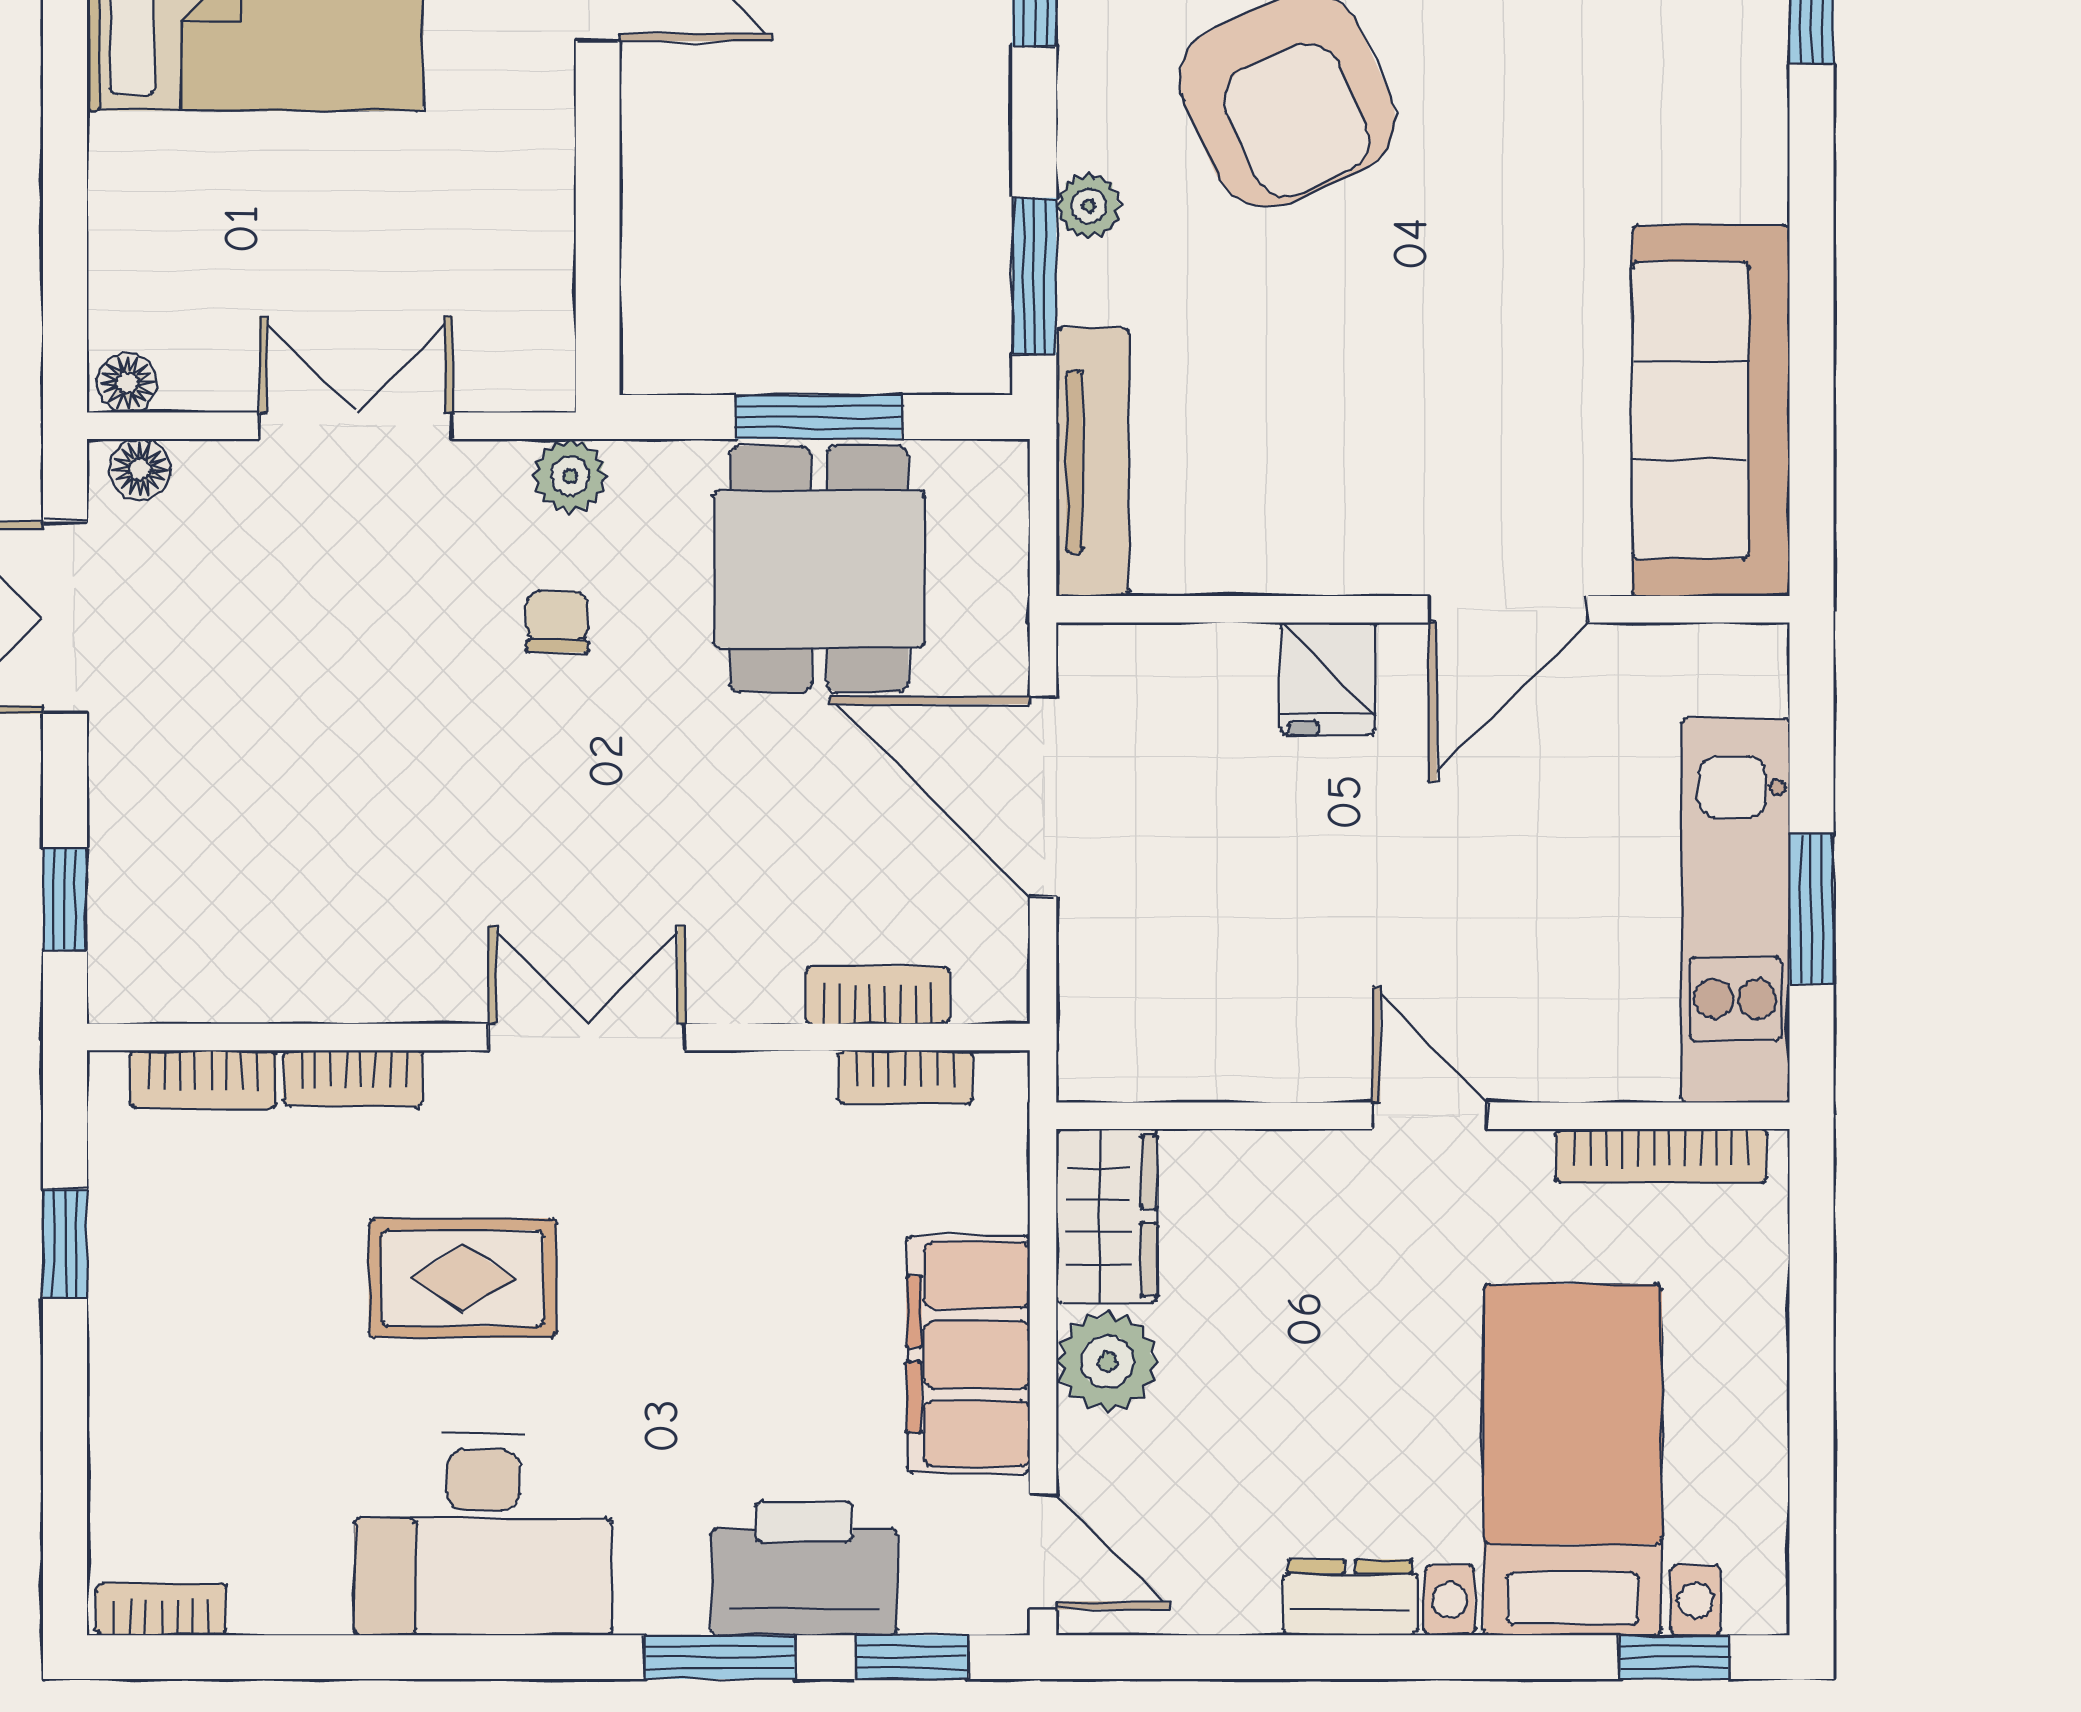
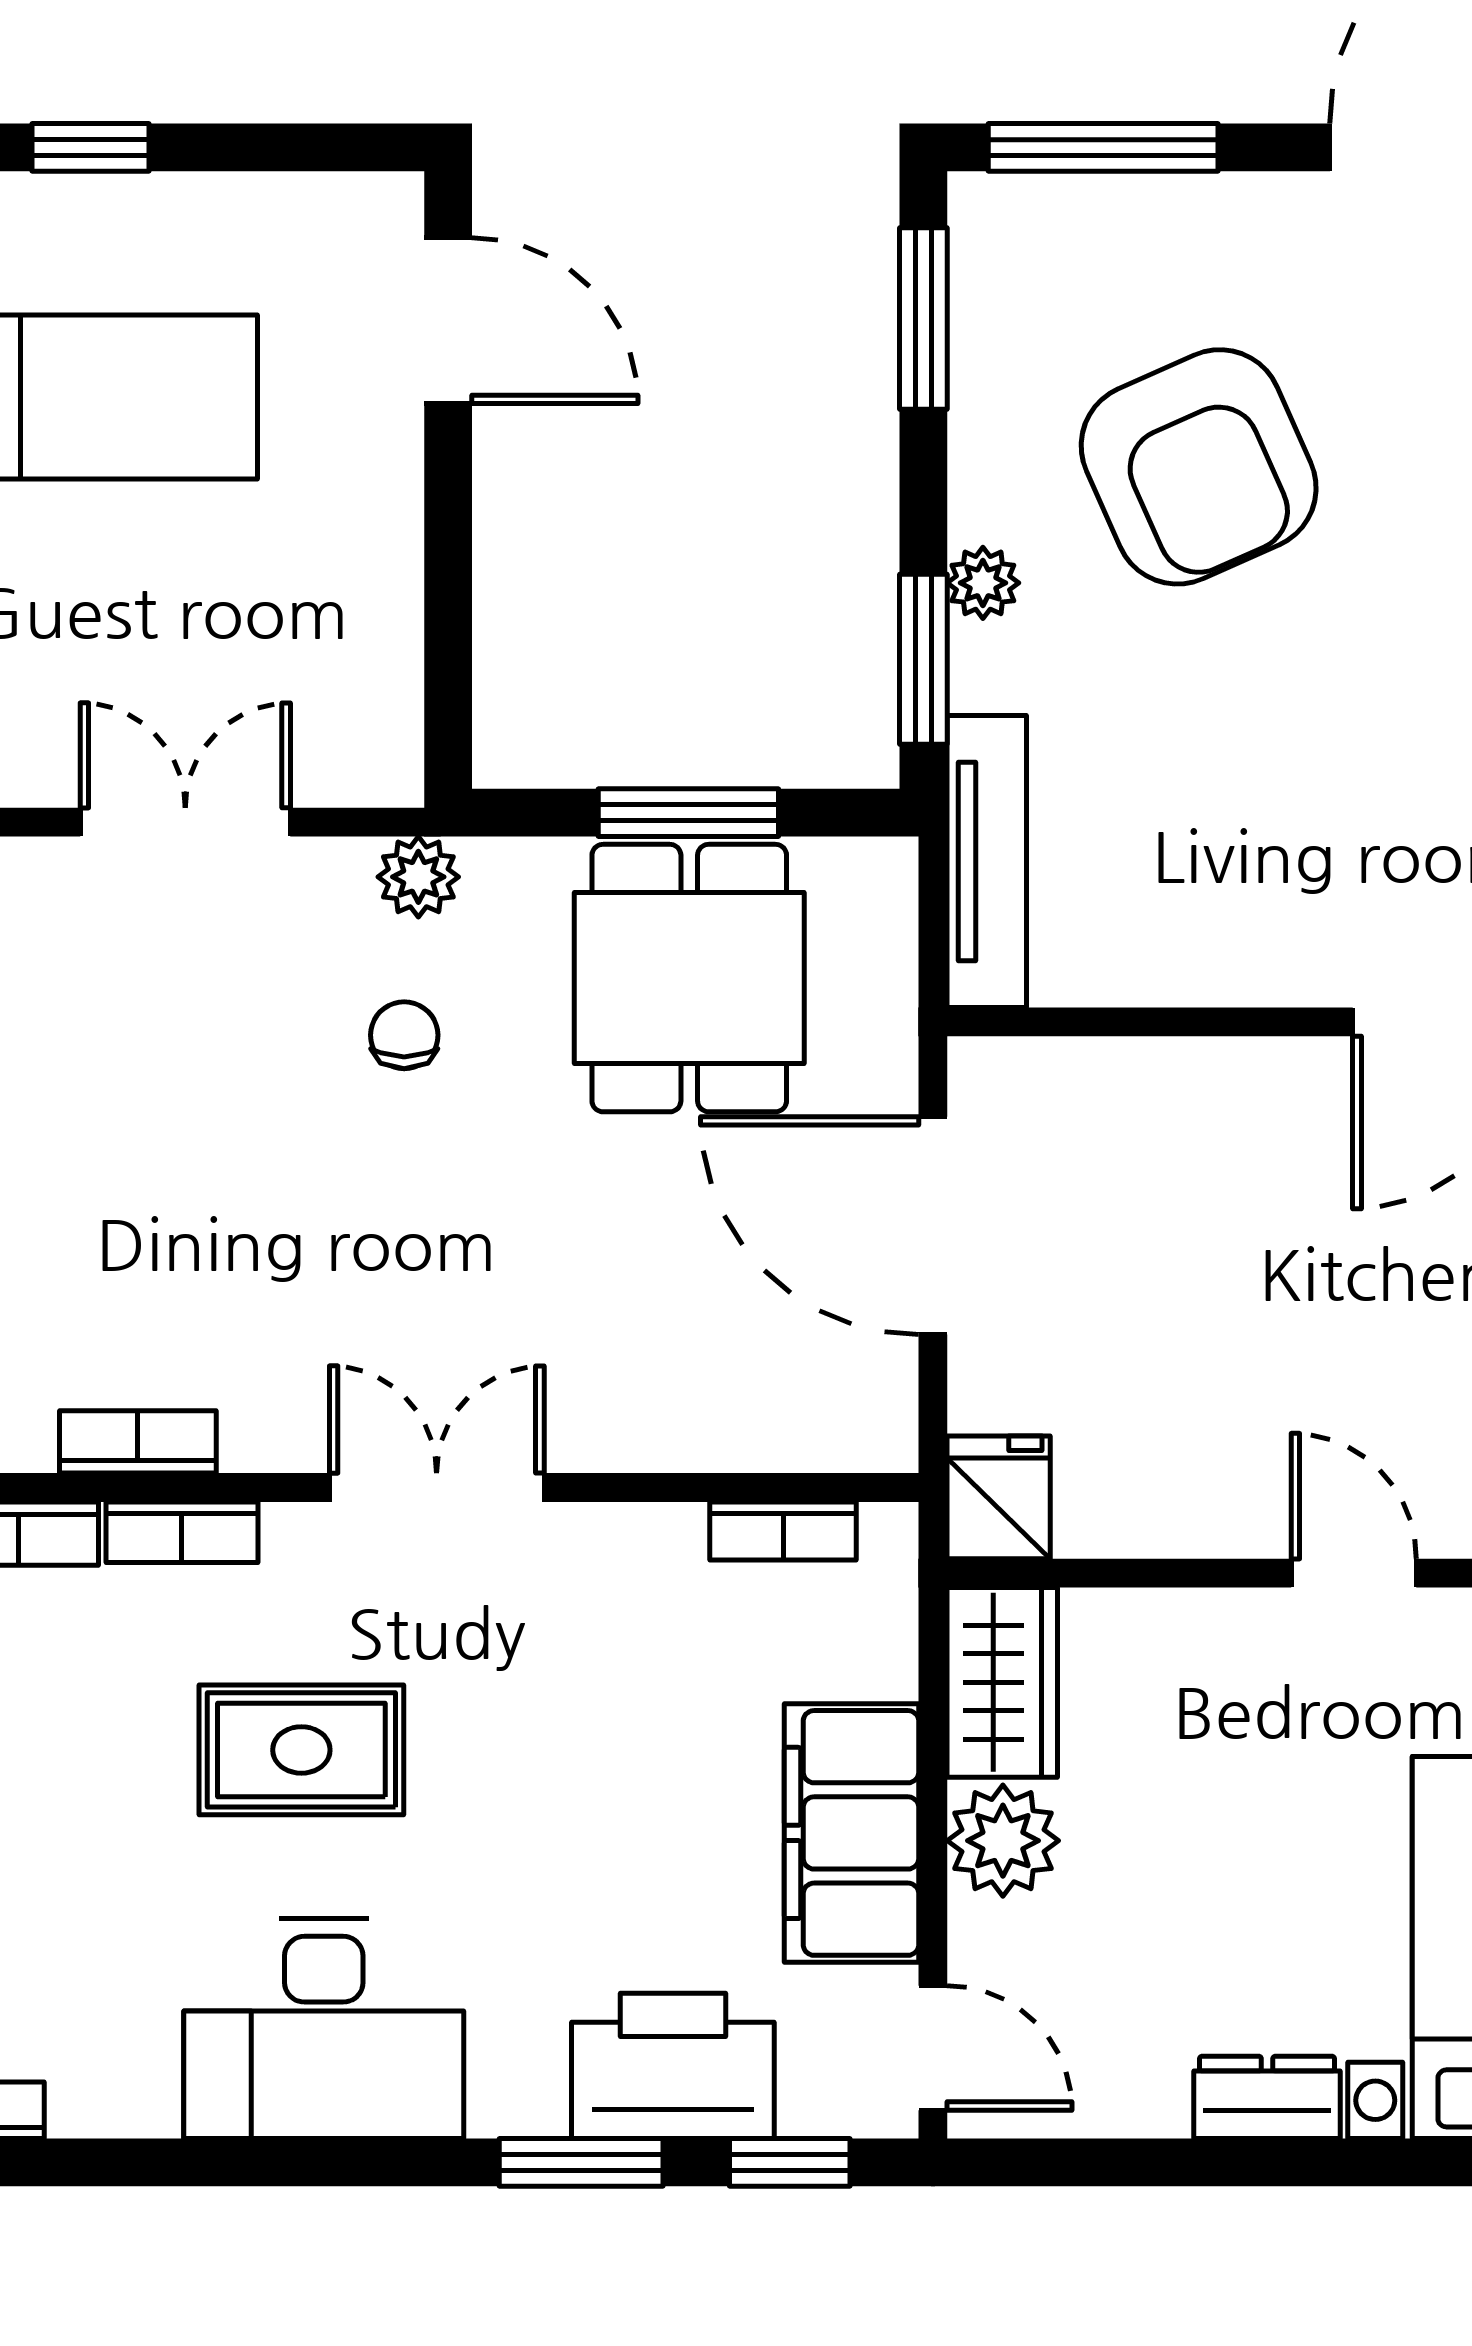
fridge: (1328, 679) -> (999, 1497), moved, turned 180
bookcase: (878, 995) -> (138, 1442), moved

